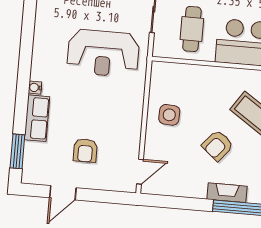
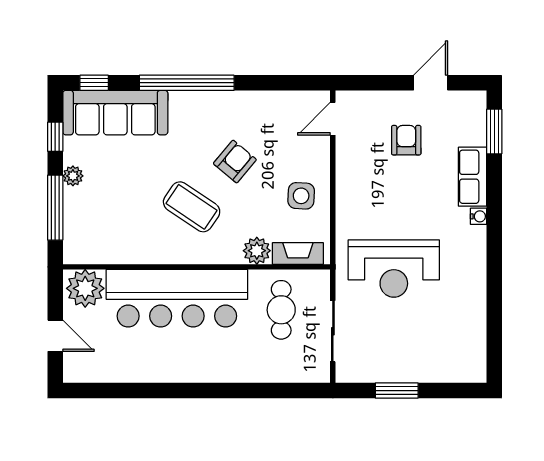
reception desk: (103, 53) -> (394, 269), turned 180
plant: (207, 76) -> (257, 251), added
fireplace: (227, 193) -> (298, 253), moved, turned 180

